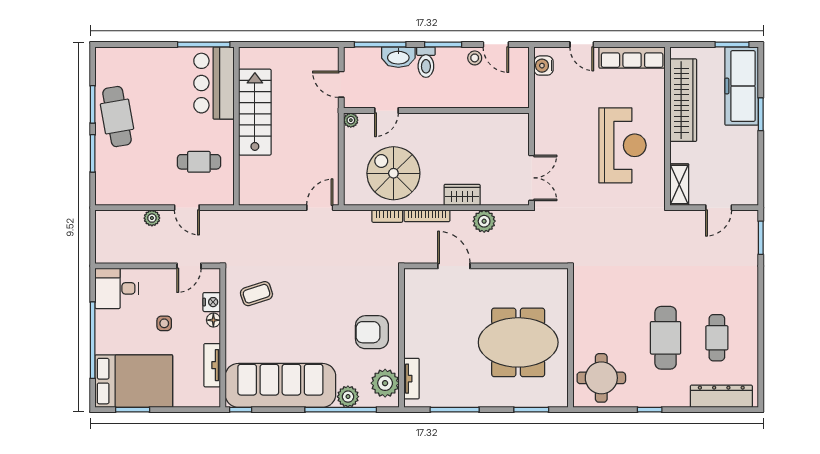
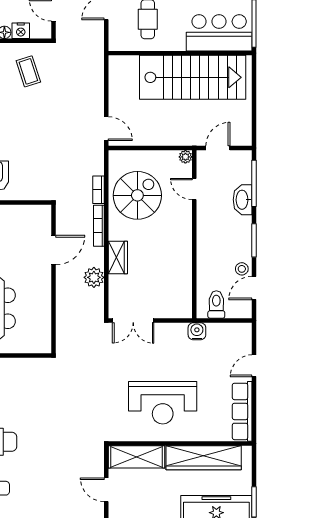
toilet: (426, 62) -> (216, 304), moved, turned 90
water cooler: (543, 66) -> (197, 331), moved
stairs: (255, 112) -> (193, 77), width x1.36, depth x1.51
shelving: (679, 185) -> (137, 457), width x1.50, depth x1.33

